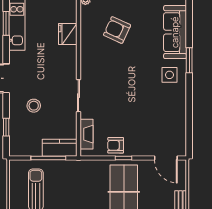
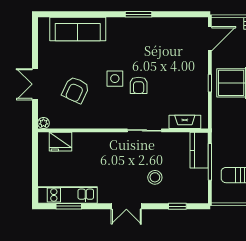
fridge: (68, 34) -> (61, 142), moved
window: (189, 60) -> (139, 14), moved
side table: (169, 75) -> (115, 79), moved
armchair: (116, 145) -> (139, 85), moved

